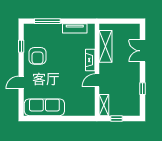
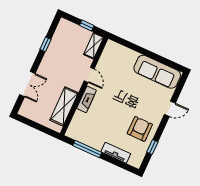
window: (47, 21) -> (87, 149), moved
tv unit: (75, 28) -> (116, 153), moved
door: (97, 80) -> (89, 75), hinge flipped

